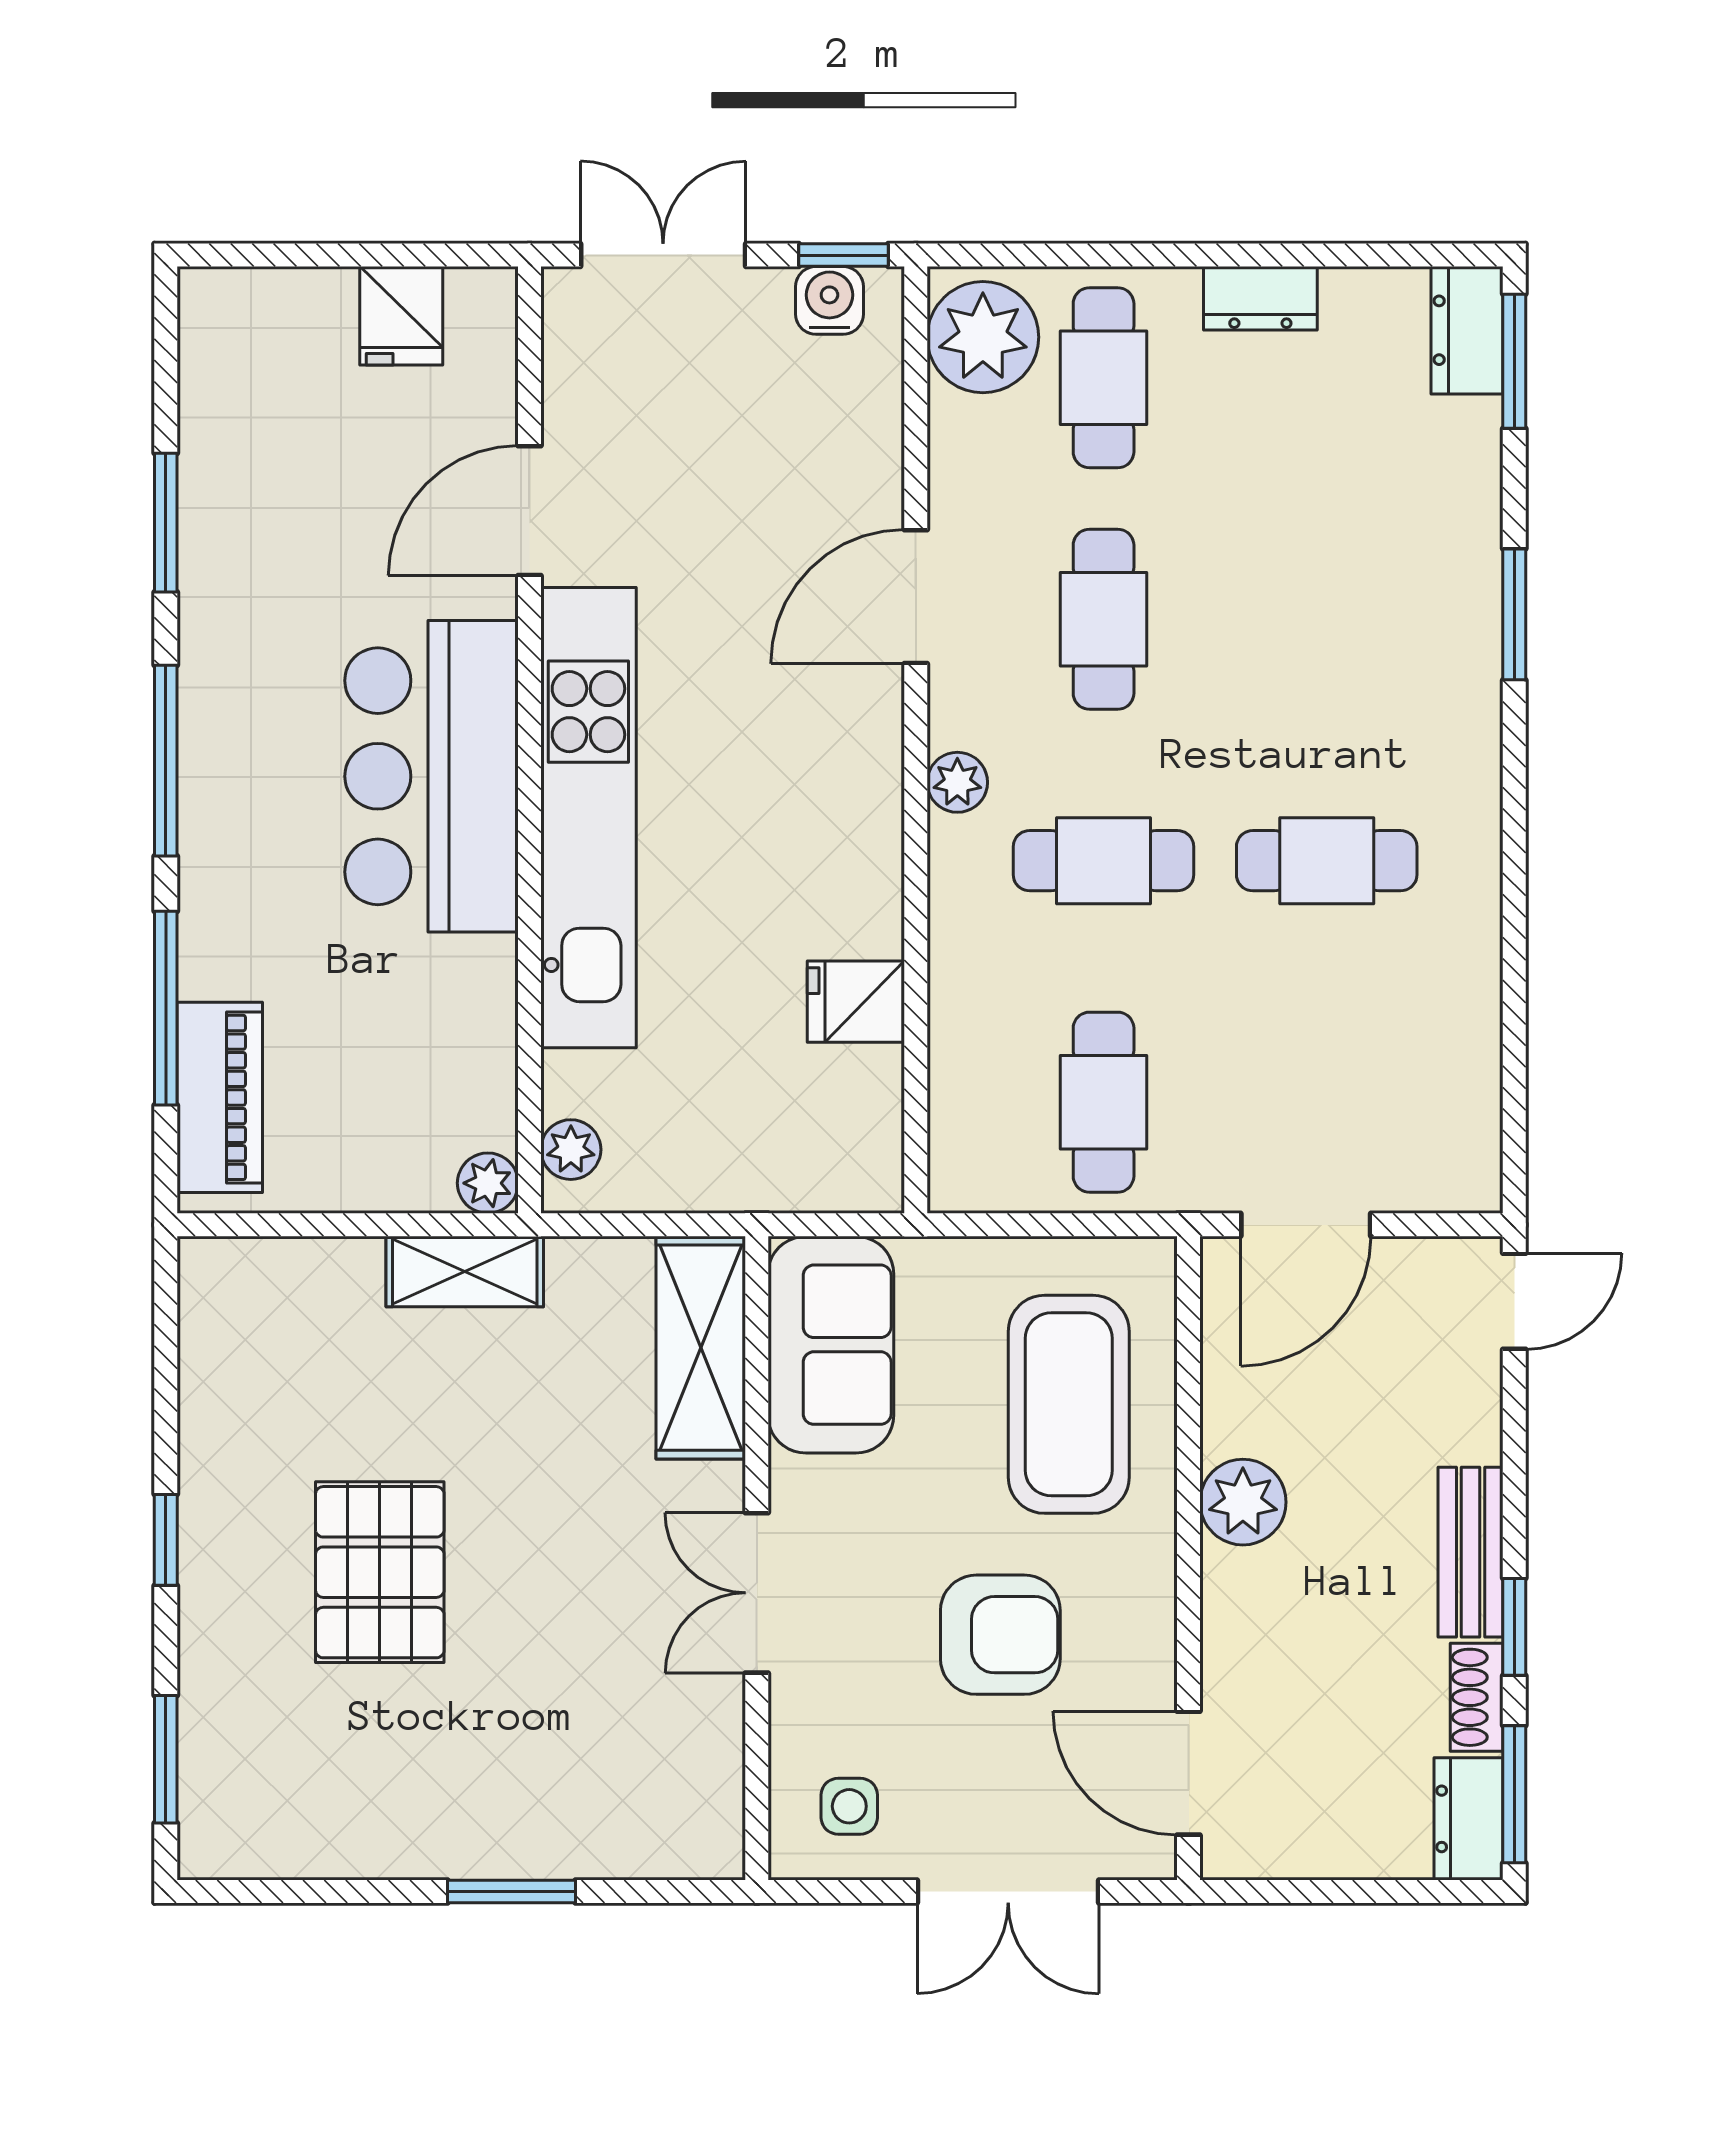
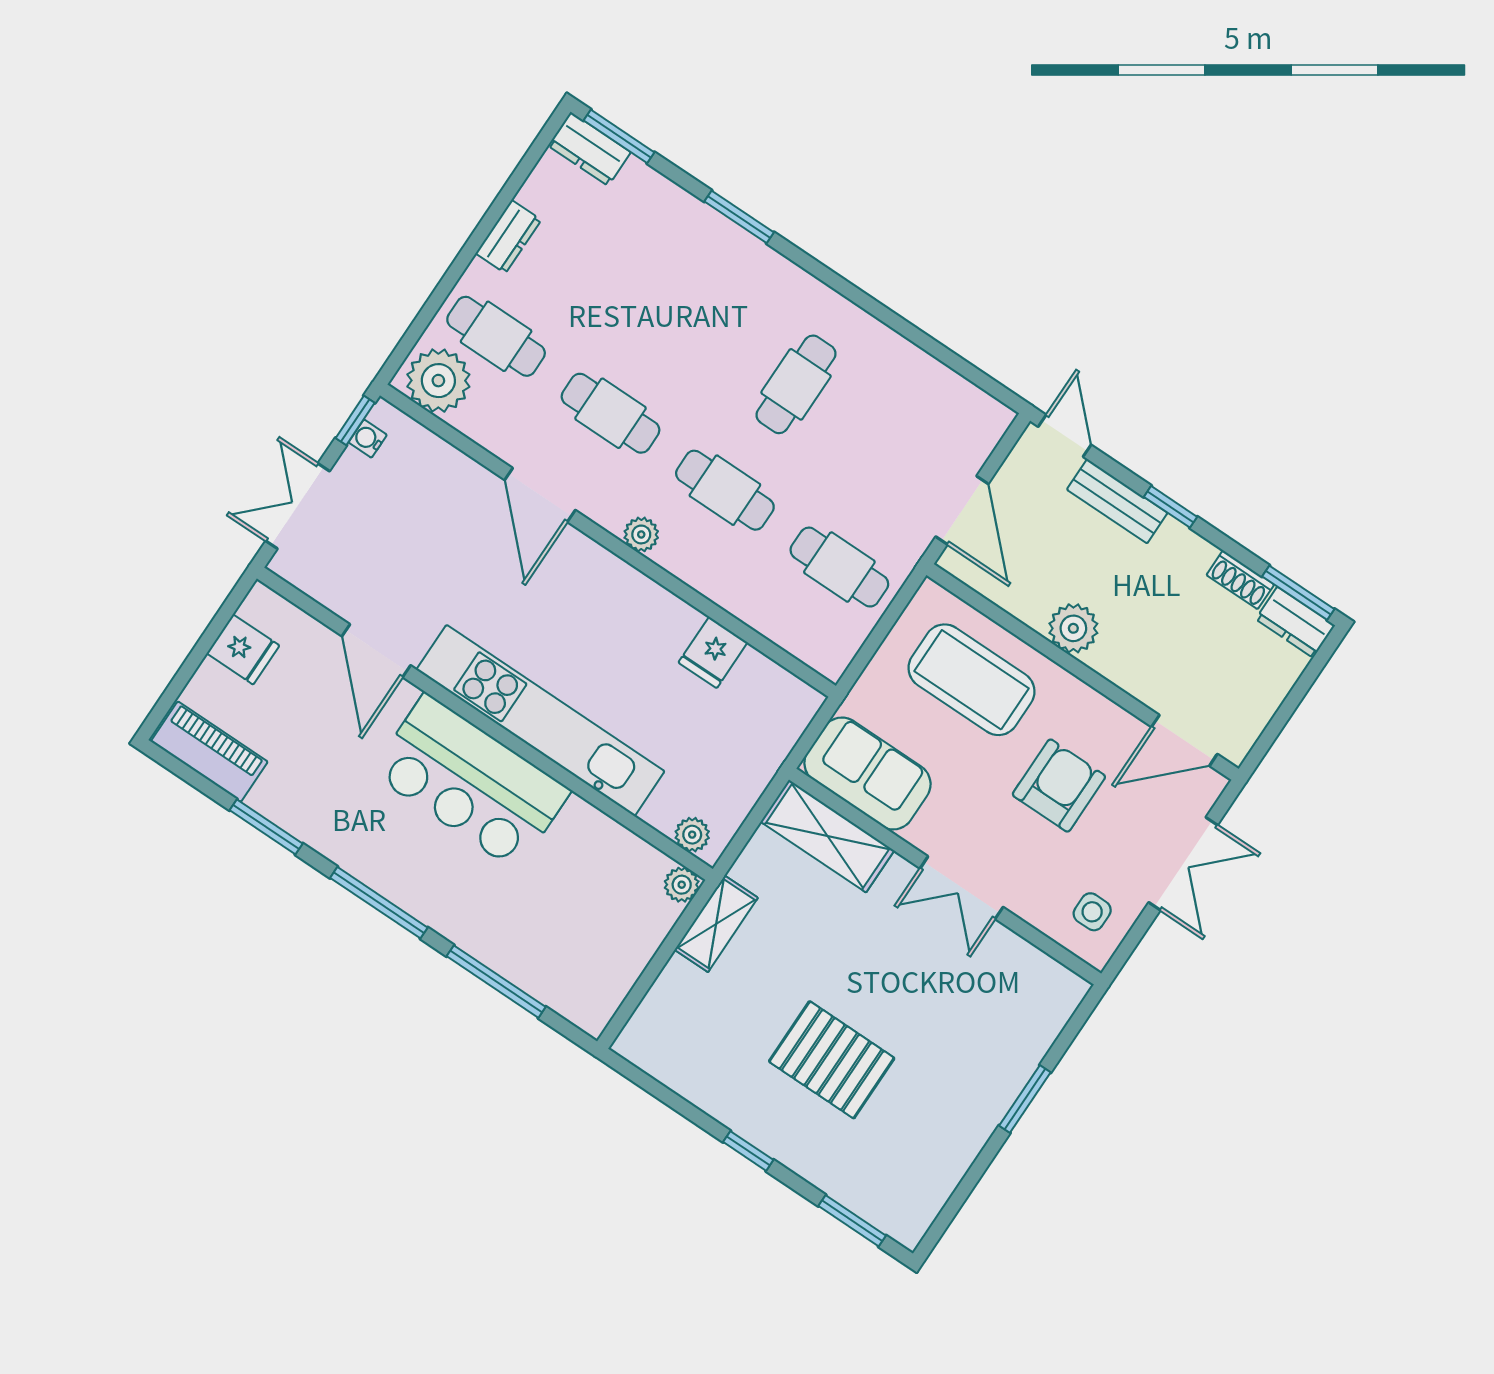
water cooler: (829, 300) -> (368, 439), width x0.72, depth x0.72
cafe table: (1104, 861) -> (725, 490), turned 90
piano: (220, 1097) -> (209, 752), moved
bench: (1471, 1552) -> (1117, 501), moved
window: (1514, 1627) -> (1170, 507), moved

